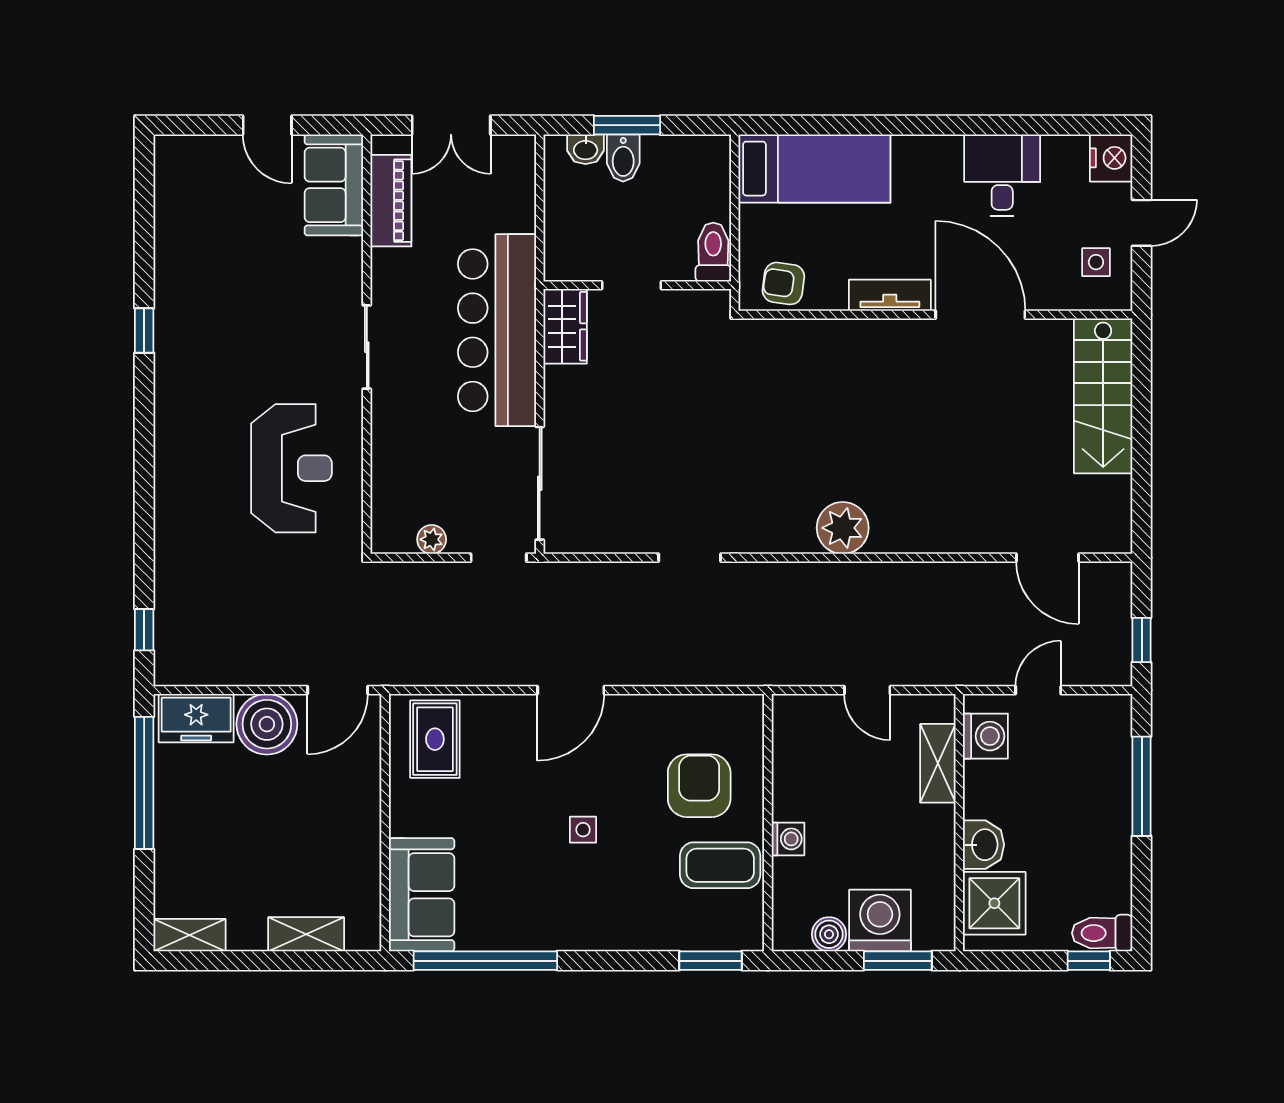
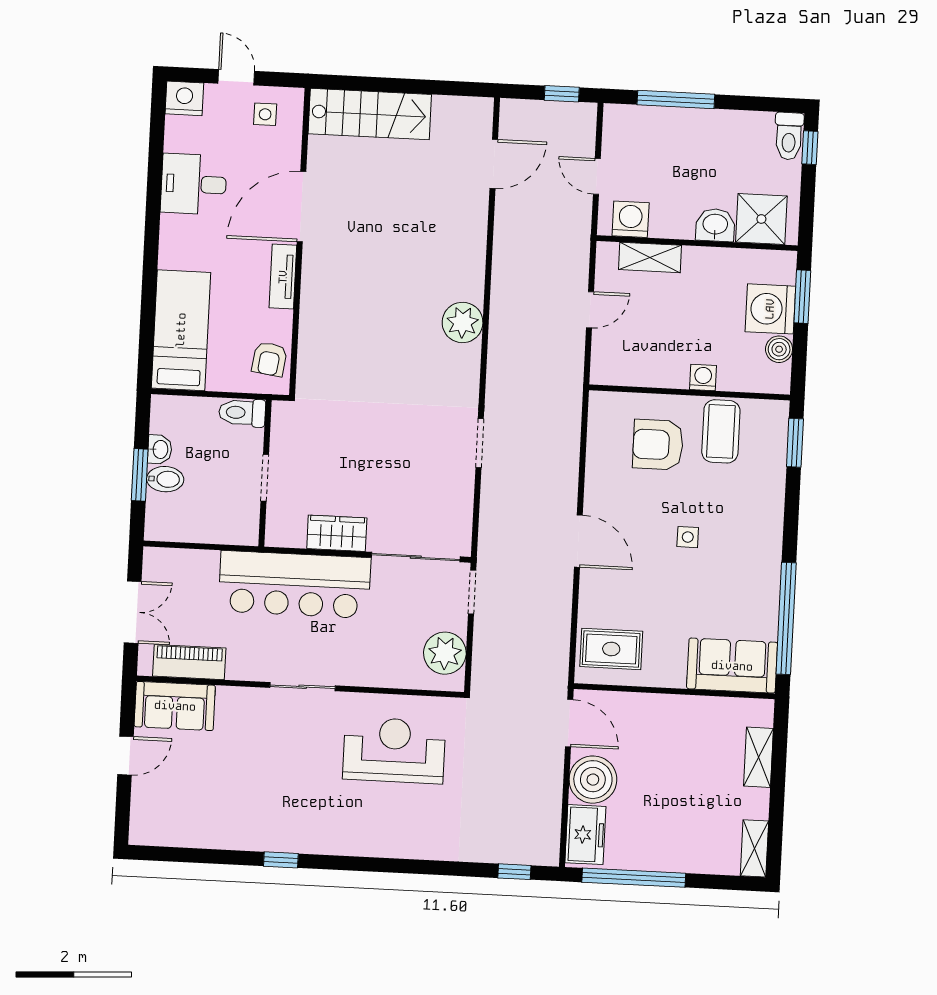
washbasin: (586, 149) -> (160, 449), moved
wardrobe: (565, 326) -> (337, 533), moved
plant: (432, 539) -> (445, 653), width x1.88, depth x1.88

